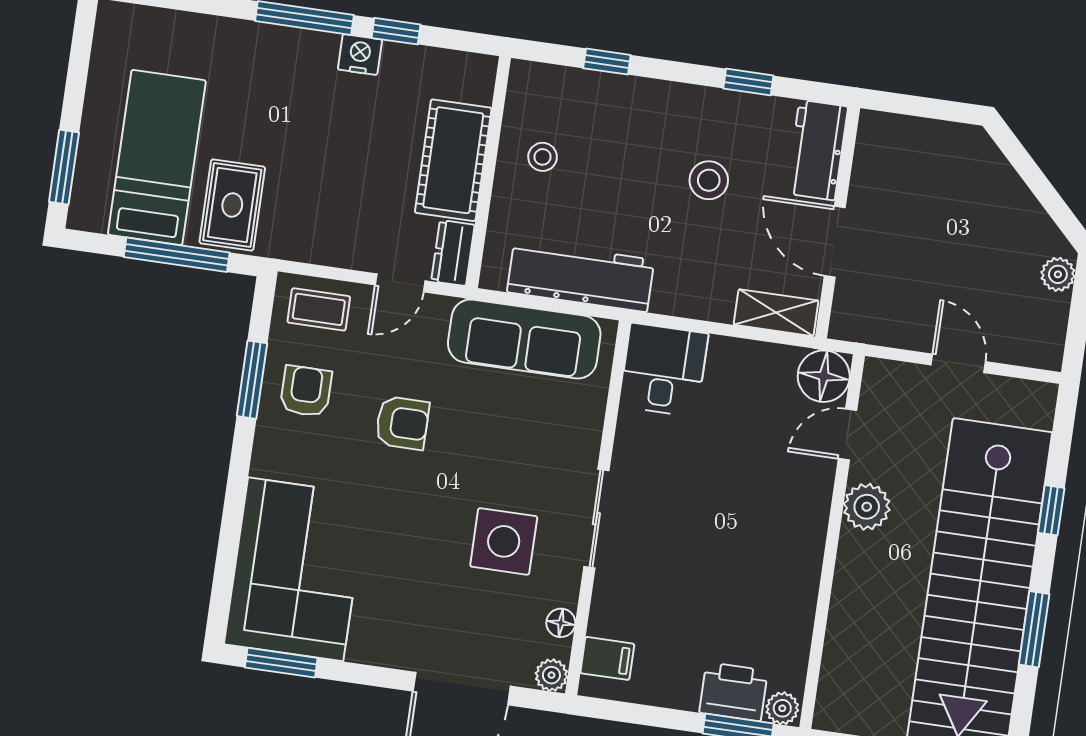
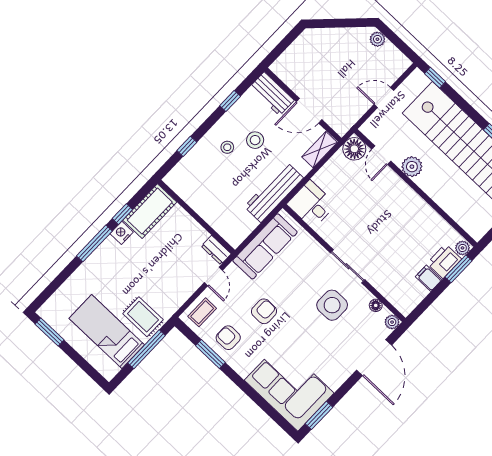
stool: (543, 157) -> (227, 147), moved
cot: (453, 160) -> (150, 211), moved, turned 90
window: (64, 167) -> (50, 332), moved
workbench: (581, 276) -> (274, 192), moved
window: (1051, 510) -> (435, 78), moved
filing cabinet: (607, 658) -> (429, 278), moved, turned -90

